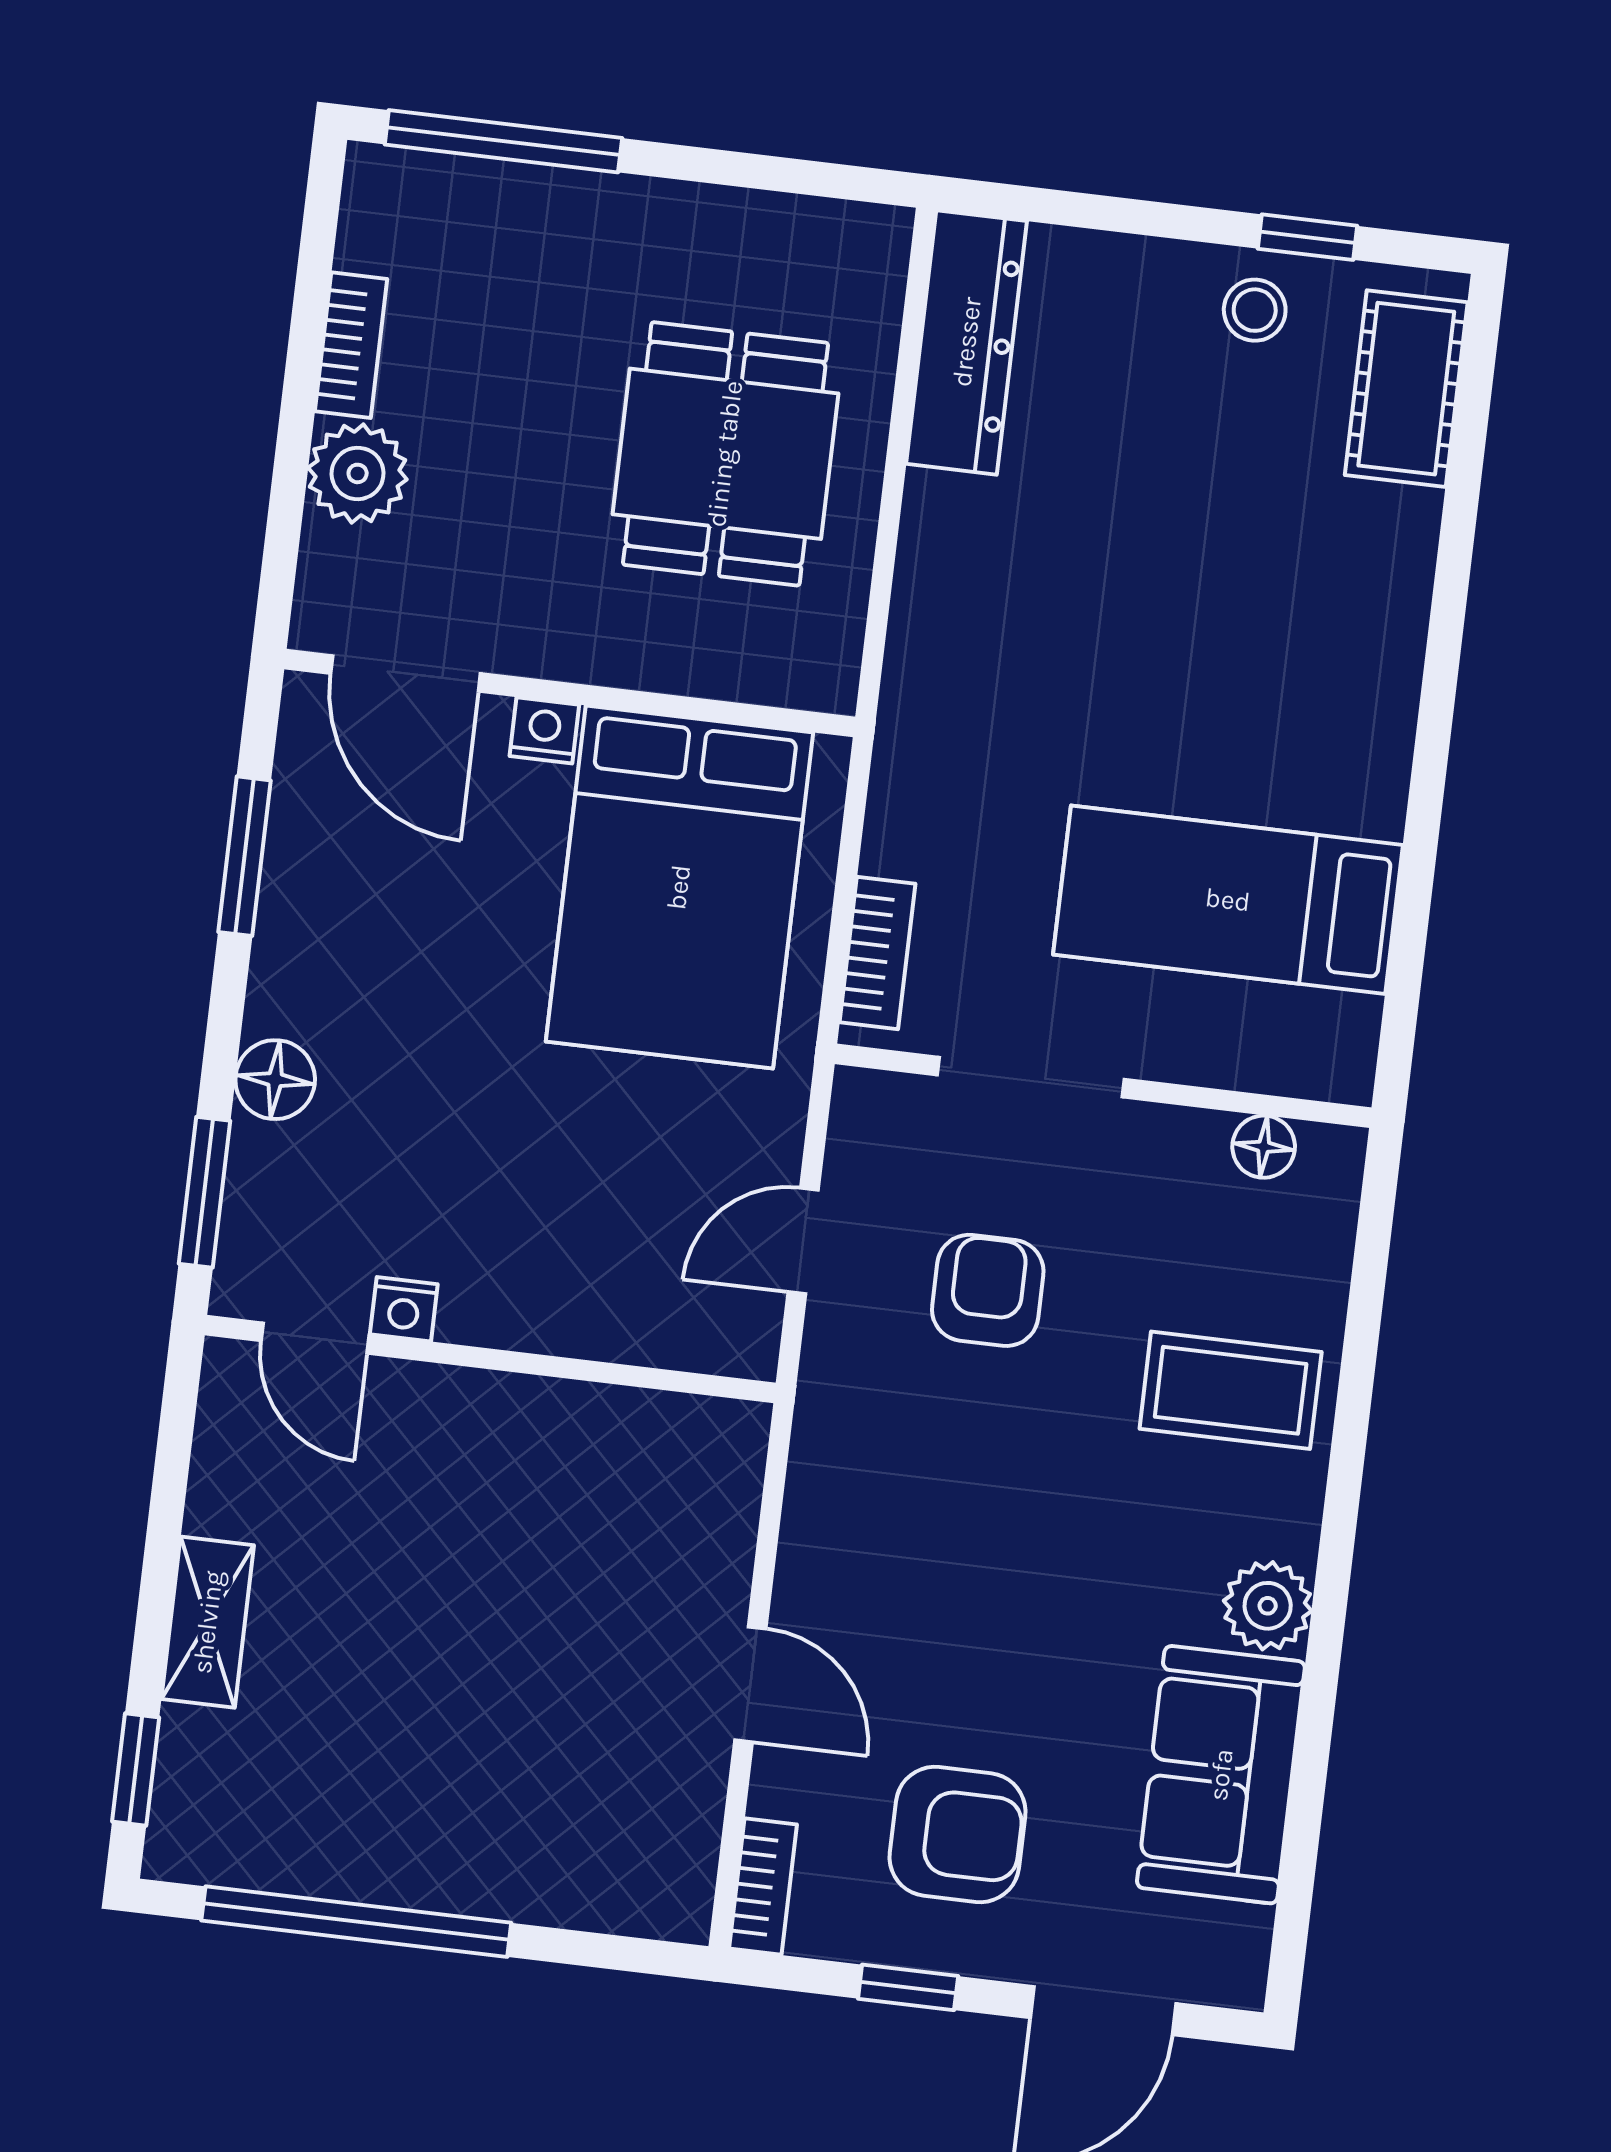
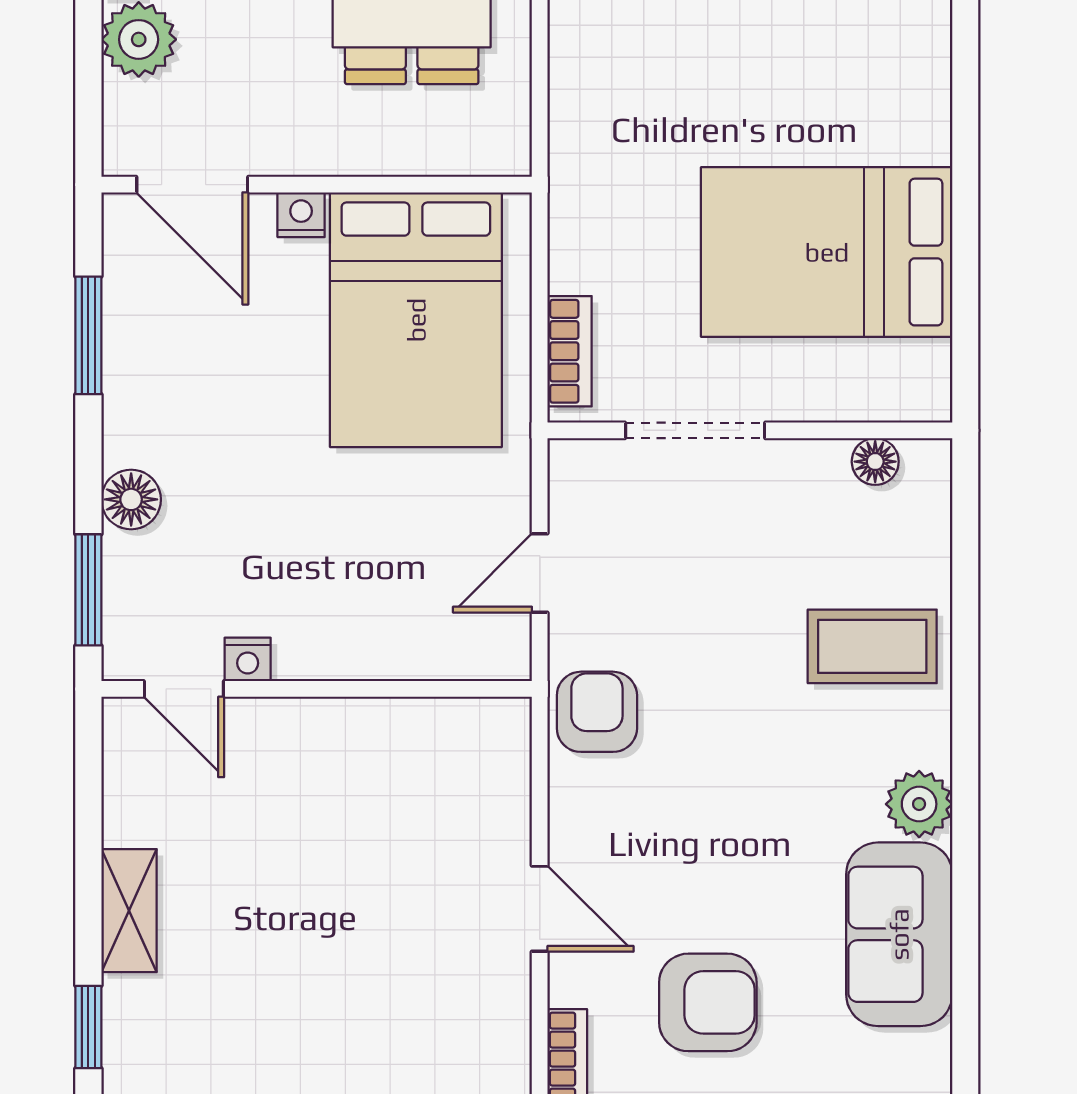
bed: (1228, 900) -> (827, 252), width x1.50
armchair: (988, 1290) -> (597, 712), moved

